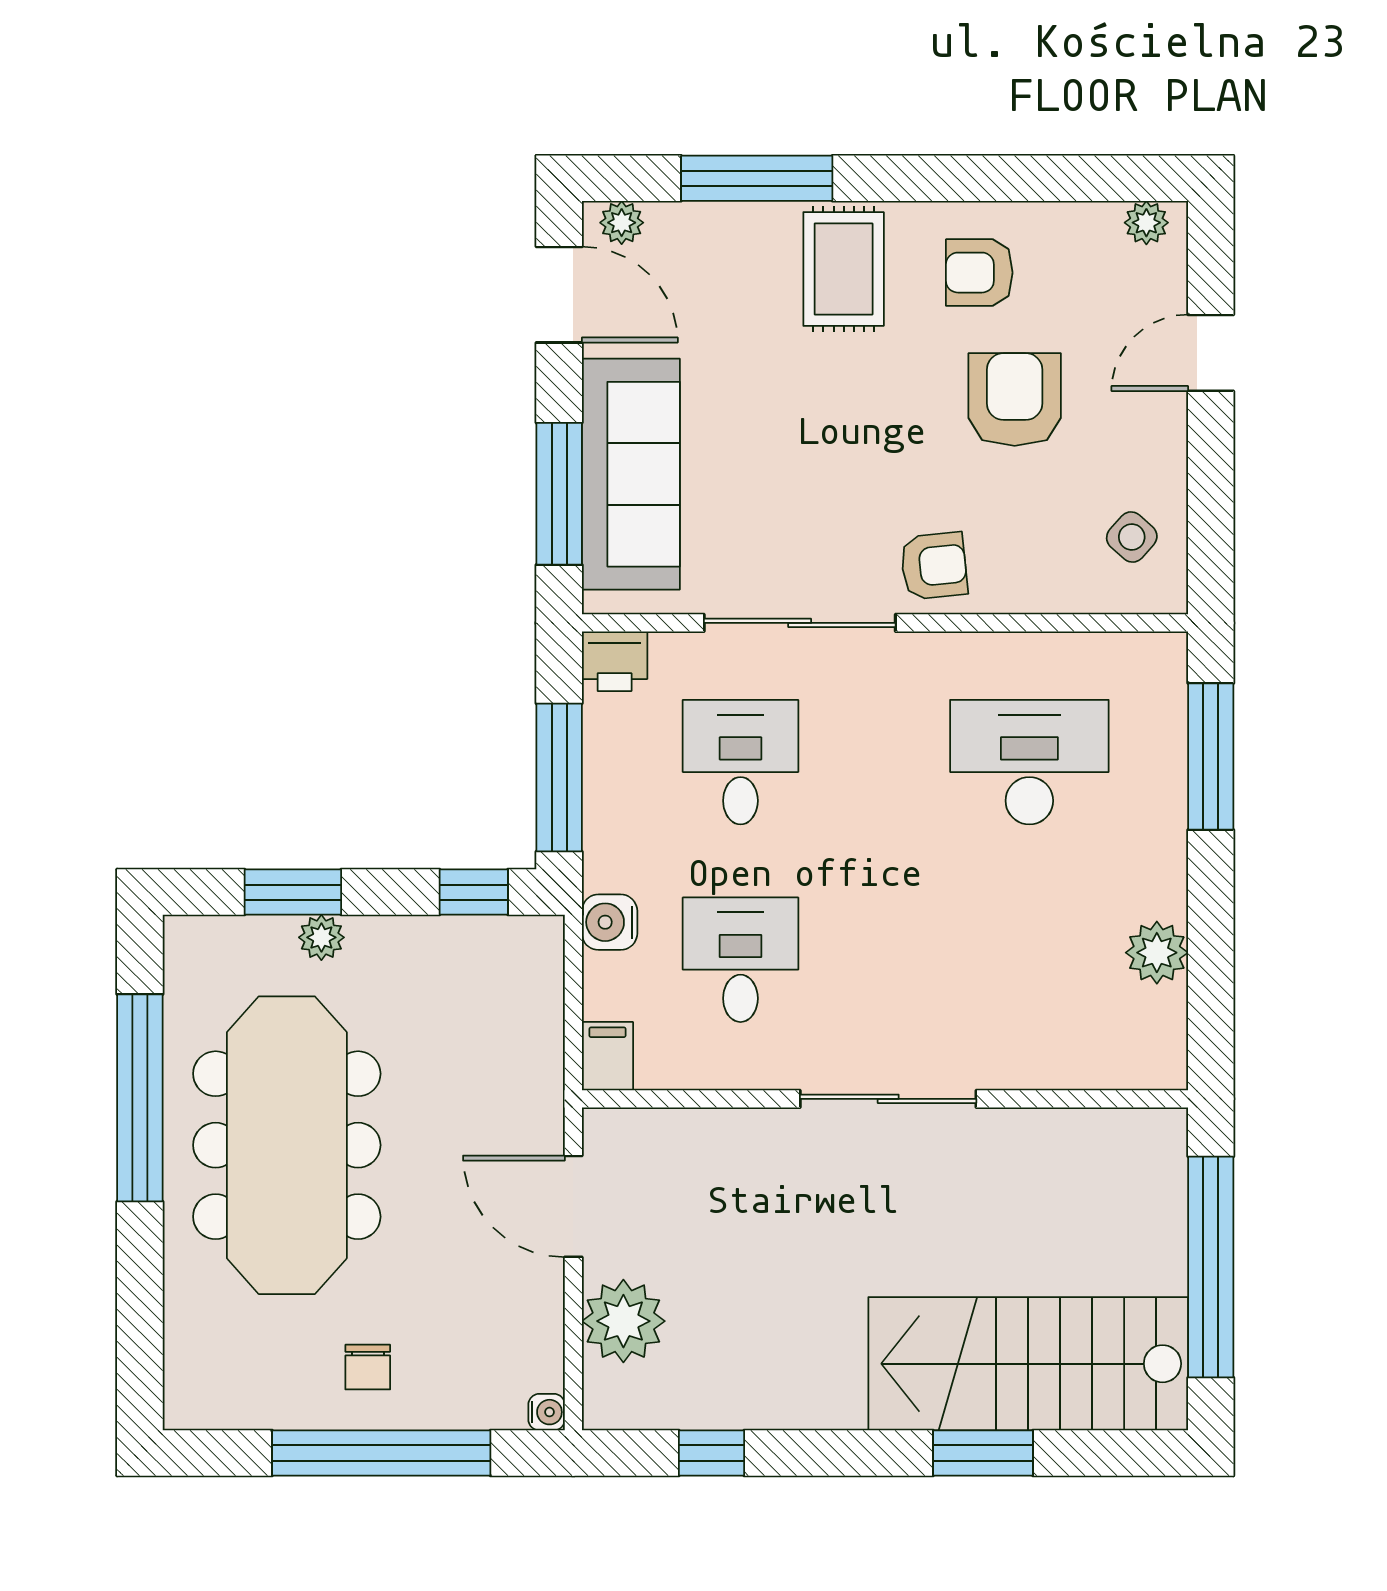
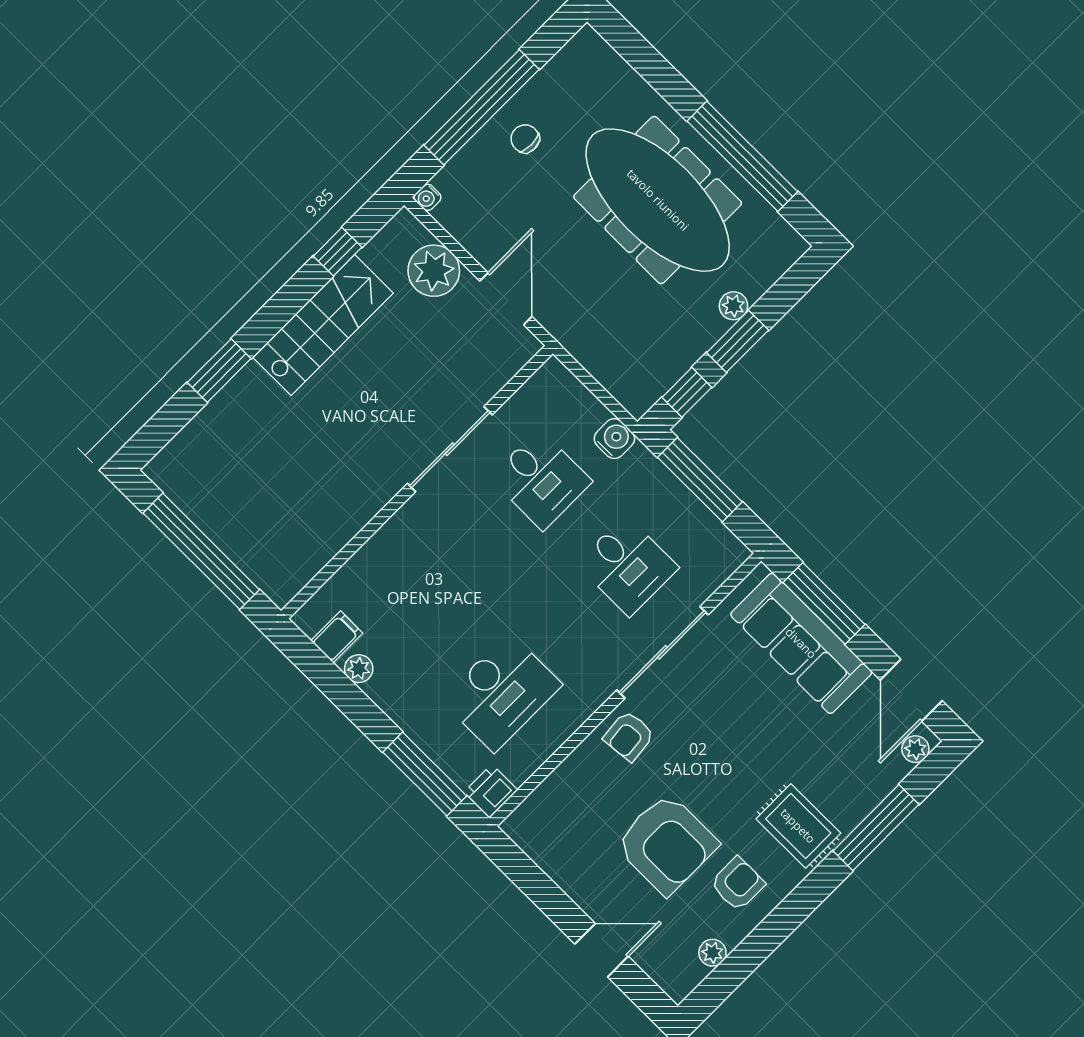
plant: (1146, 223) -> (712, 953), moved
door: (559, 295) -> (911, 690), hinge flipped
door: (1211, 353) -> (601, 950), hinge flipped
armchair: (1015, 399) -> (667, 844), width x1.36, depth x1.36
side table: (1132, 537) -> (555, 835), removed
printer: (615, 661) -> (491, 791), moved
window: (293, 892) -> (738, 341), moved
plant: (1157, 953) -> (359, 669), width x0.73, depth x0.73
filing cabinet: (607, 1056) -> (337, 637), moved, turned -90
sliding door: (888, 1099) -> (450, 449), moved
door: (573, 1206) -> (506, 299), hinge flipped
stairs: (1028, 1364) -> (323, 325), moved, width x0.73, depth x0.66

